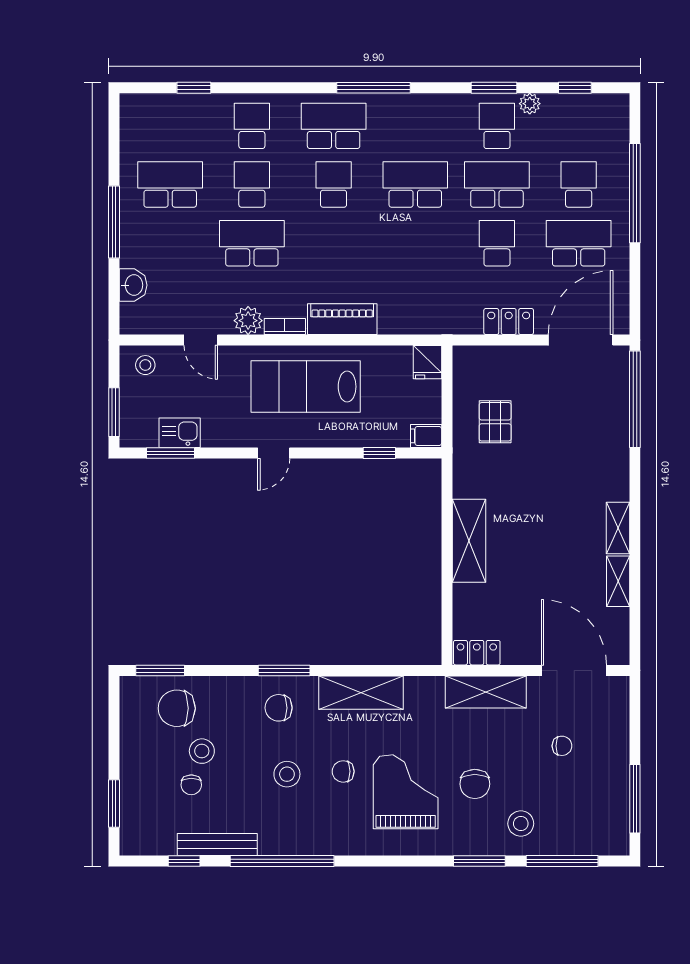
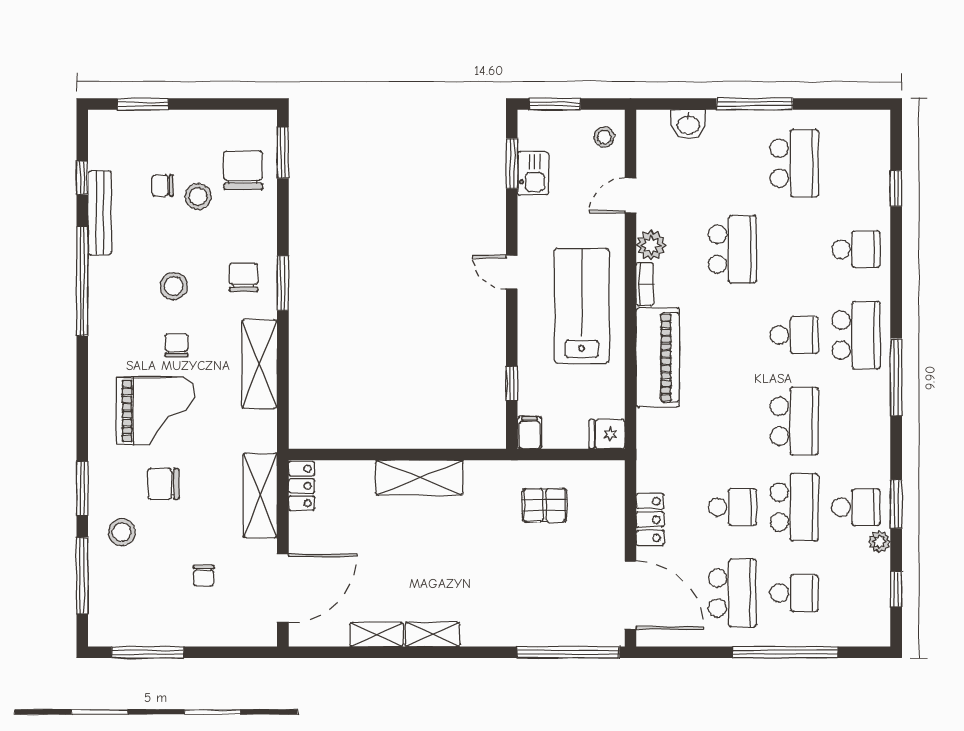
school desk: (252, 185) -> (794, 249), removed
piano: (342, 319) -> (658, 358), width x1.37, depth x1.33

